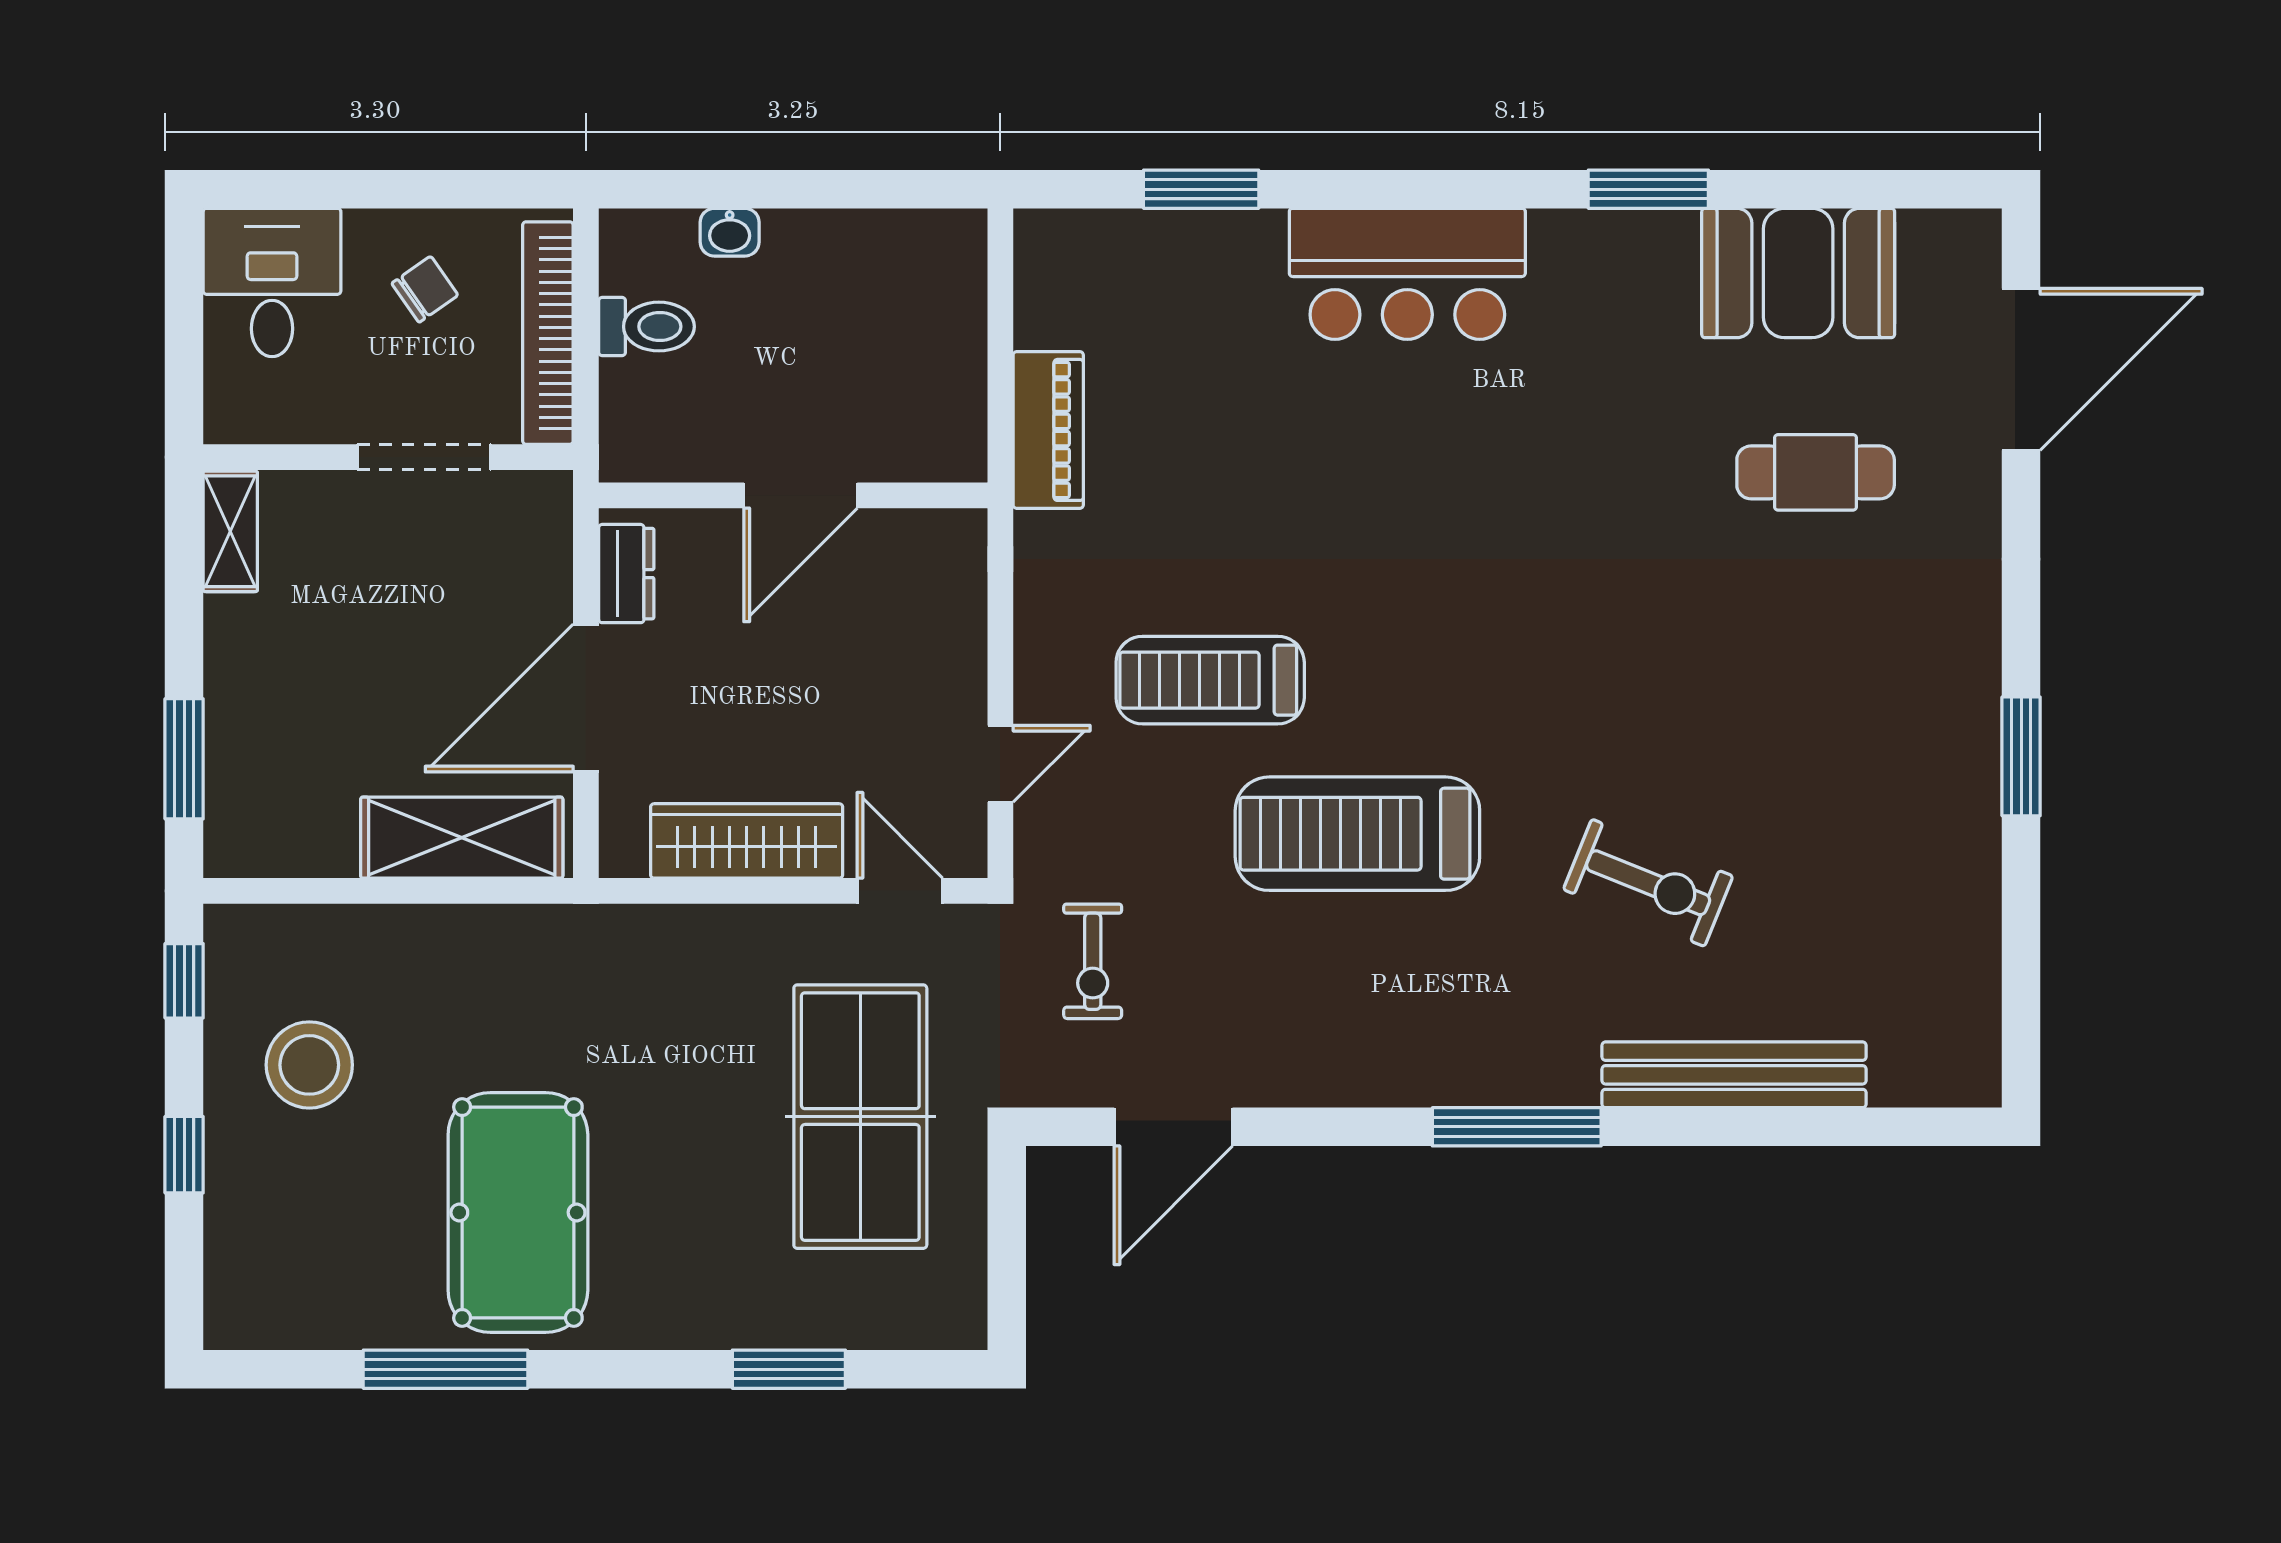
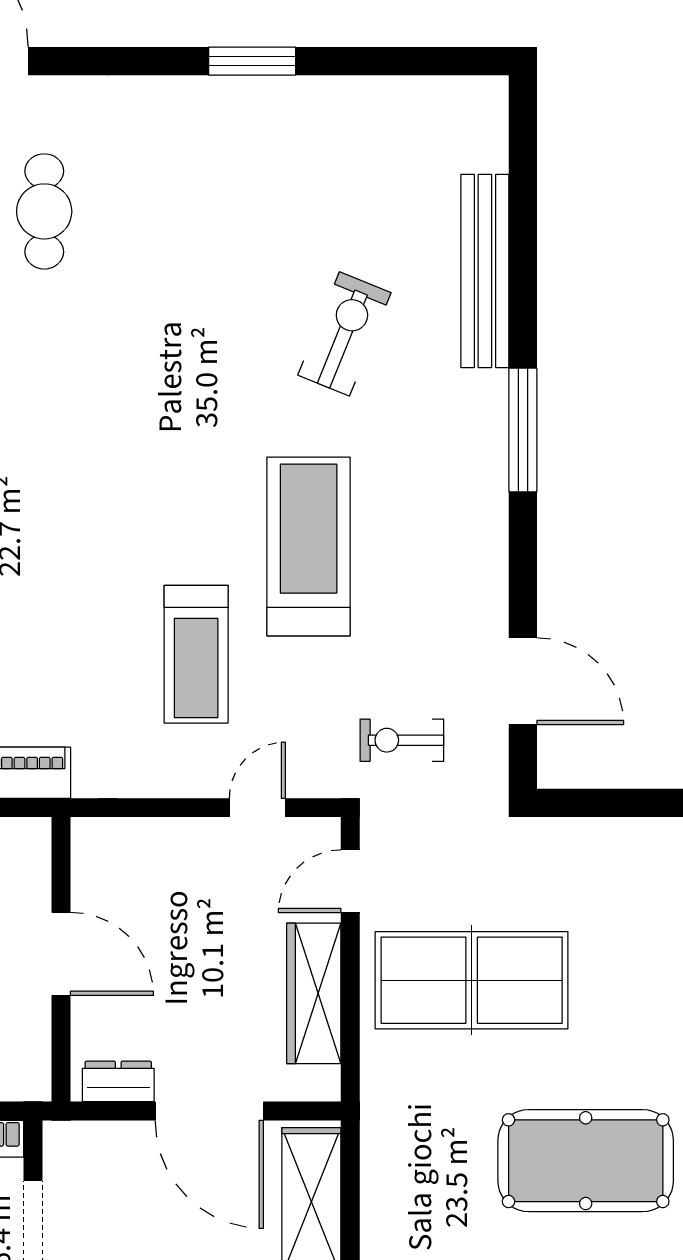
door: (1000, 764) -> (257, 808), hinge flipped
treadmill: (1357, 834) -> (309, 547), turned 180
exercise bike: (1093, 961) -> (402, 740), turned 180
table tennis table: (860, 1117) -> (472, 980), moved

